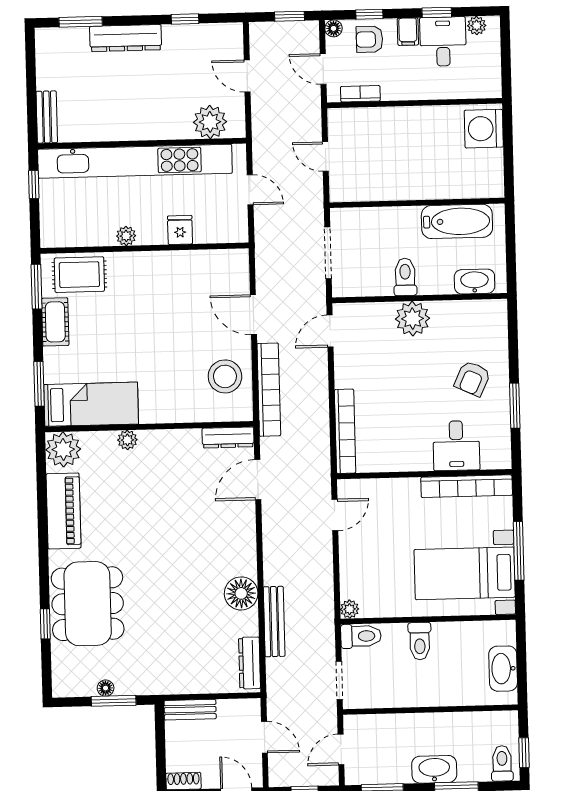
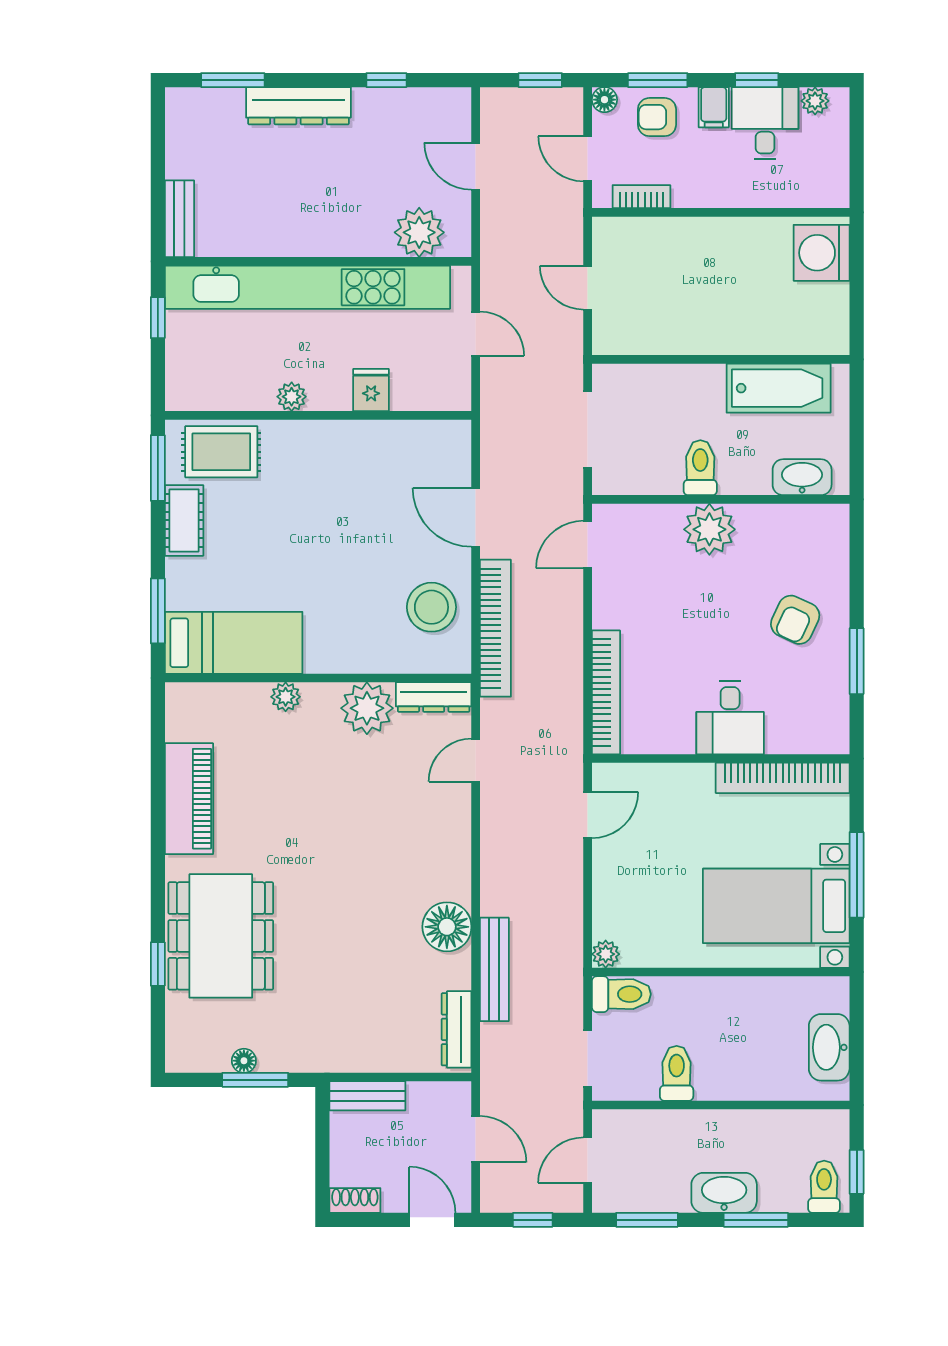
window: (369, 14) -> (658, 80), width x1.50
desk: (456, 446) -> (730, 718), moved
plant: (63, 449) -> (367, 708), moved
door: (258, 480) -> (476, 760), width x0.73
toilet: (420, 641) -> (677, 1073), moved, turned 180

